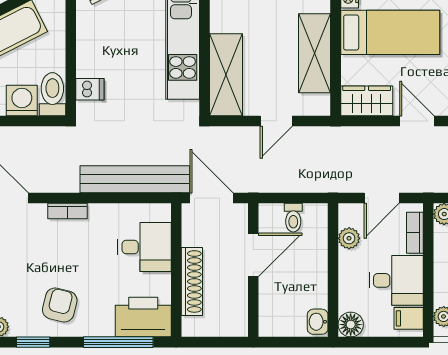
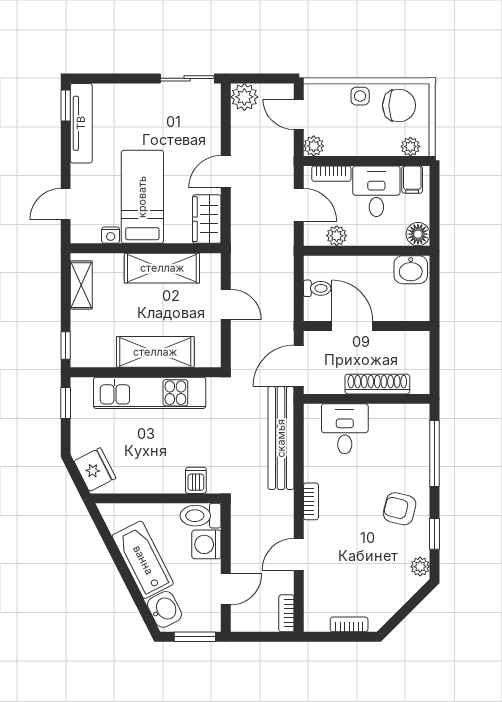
shelving: (226, 75) -> (155, 352), moved
printer: (143, 317) -> (411, 430), removed
washbasin: (318, 322) -> (411, 270), width x1.38, depth x1.45

